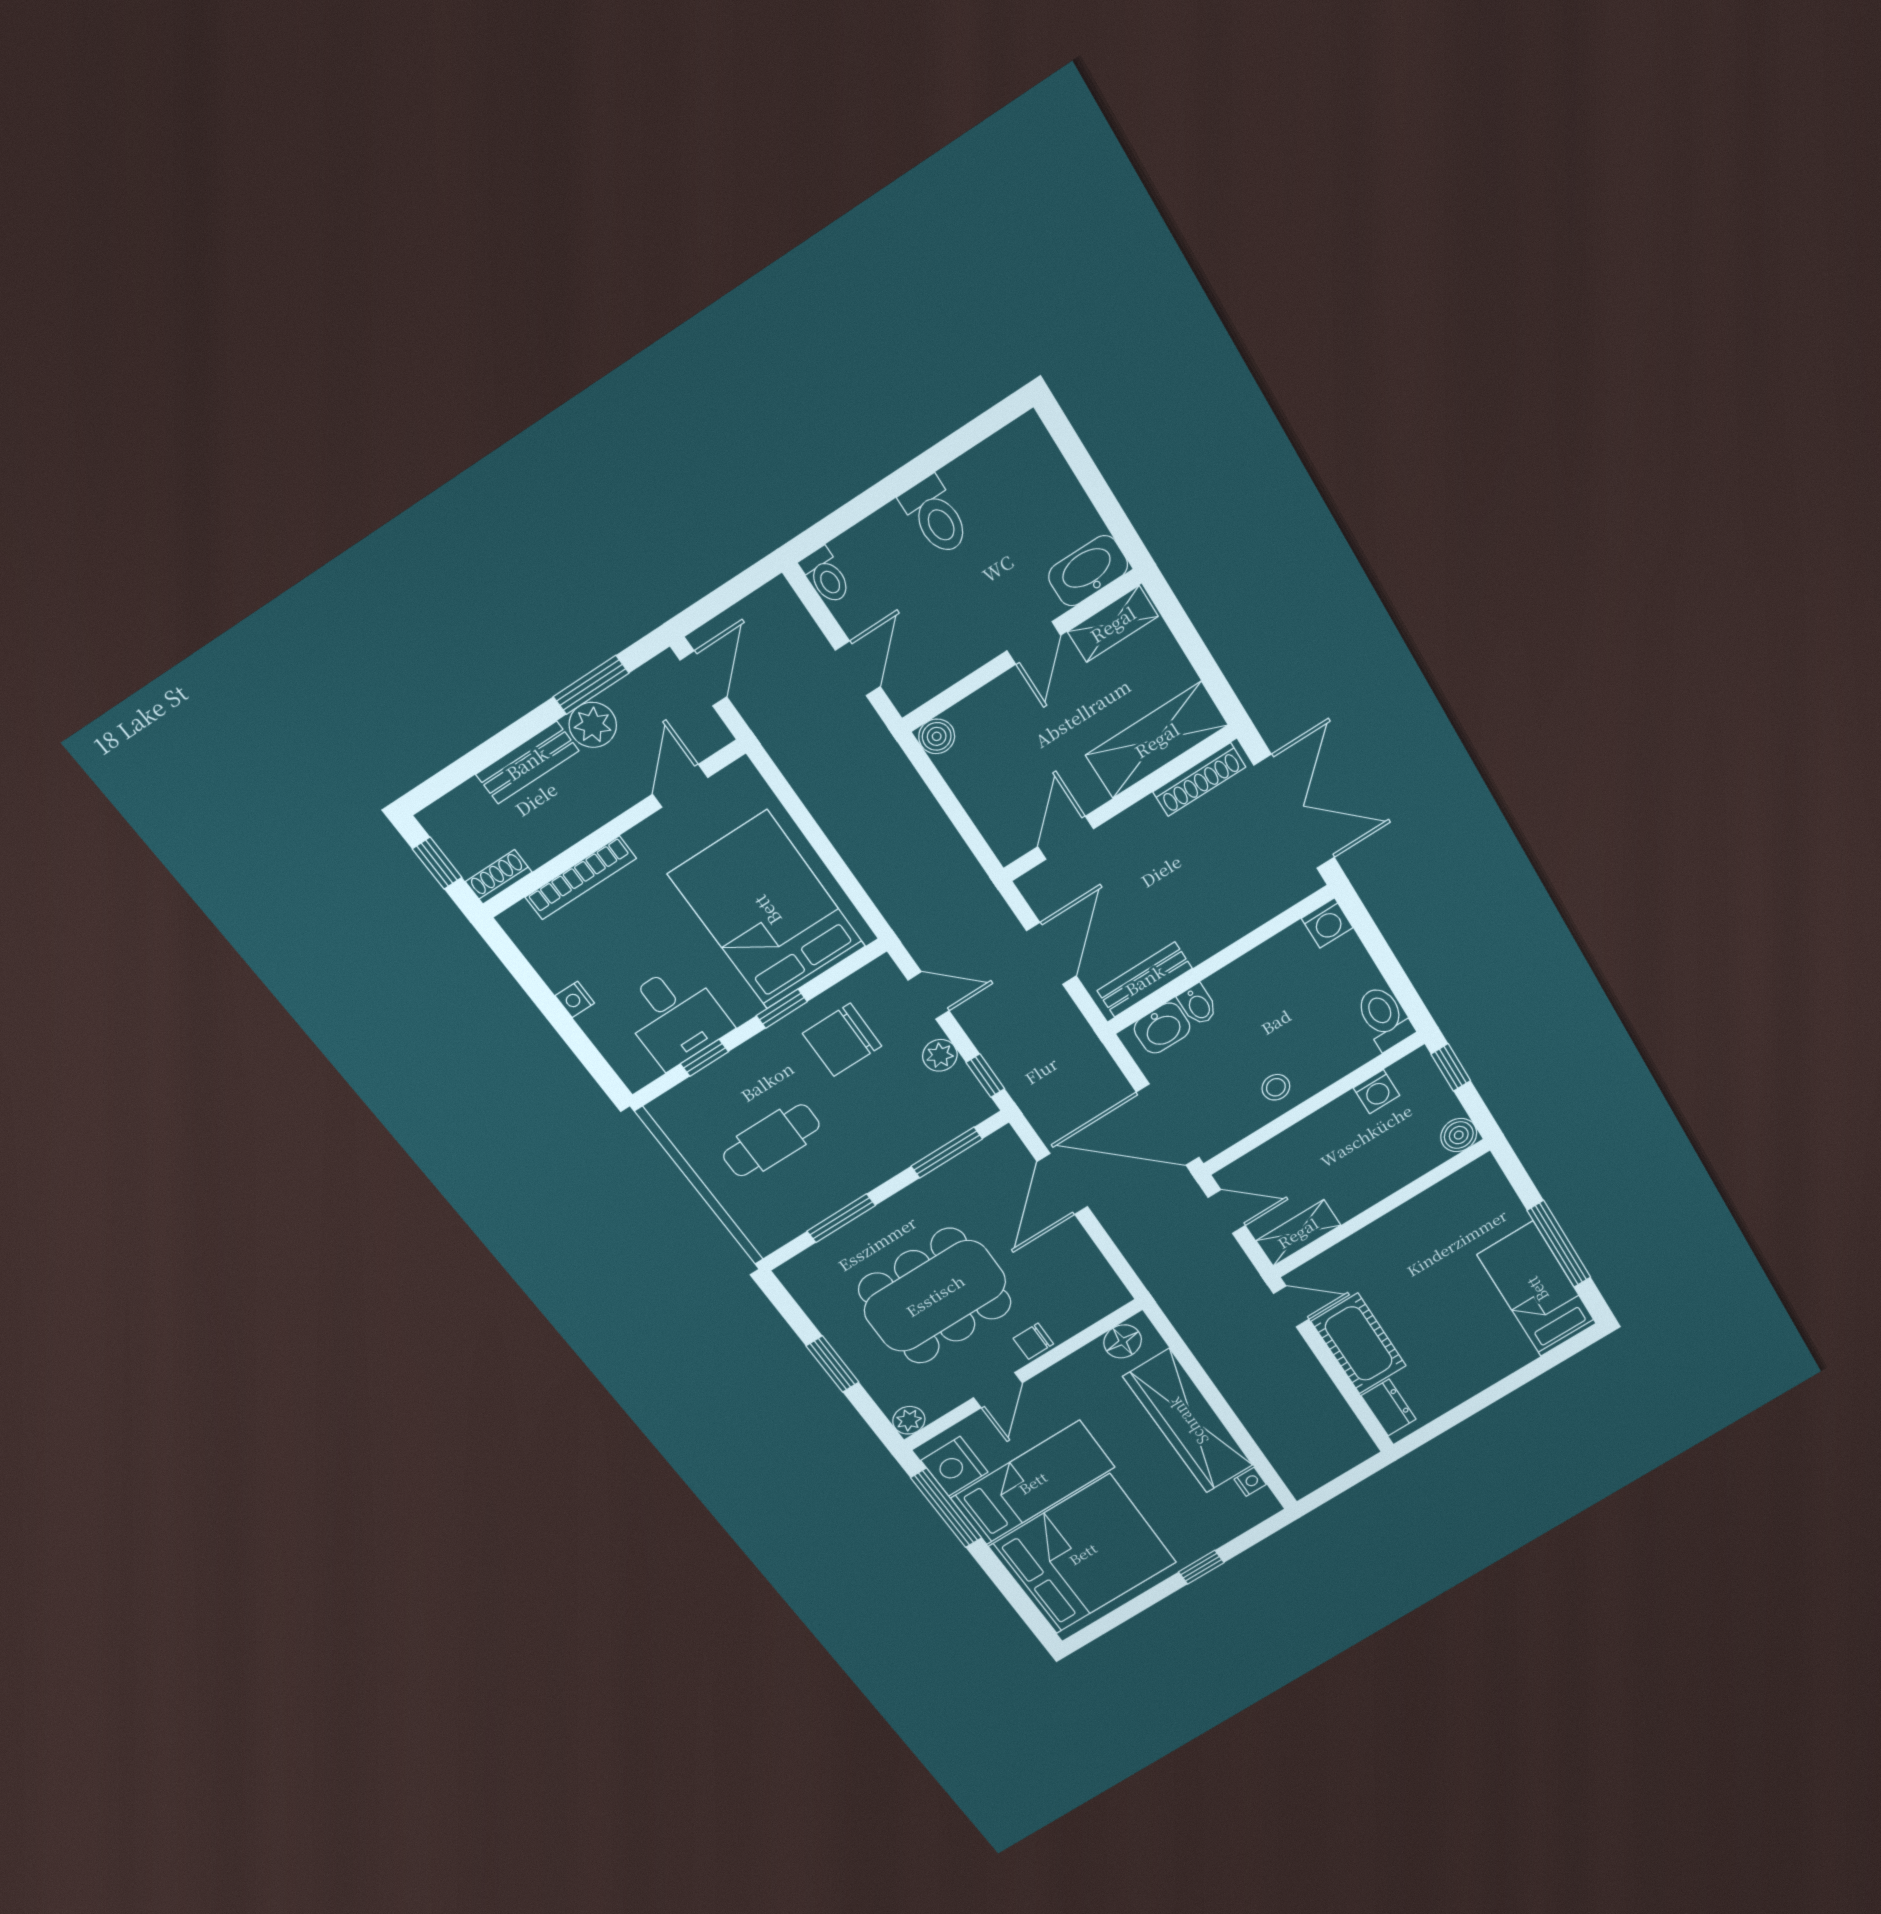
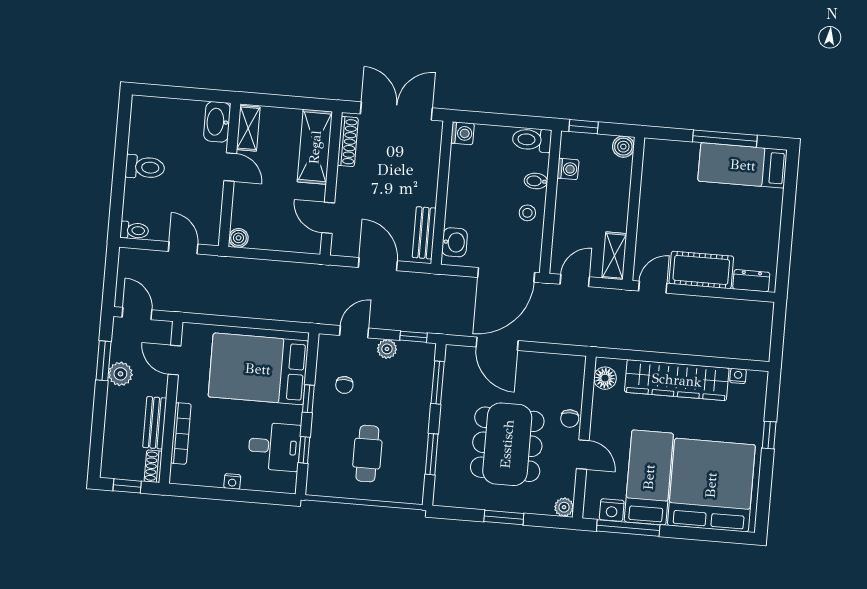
bench: (527, 763) -> (155, 423), moved
bidet: (1198, 1005) -> (536, 181), moved, turned 180
chair: (842, 1040) -> (344, 385), width x0.54, depth x0.54
nightstand: (954, 1466) -> (612, 510), width x0.74, depth x0.75

